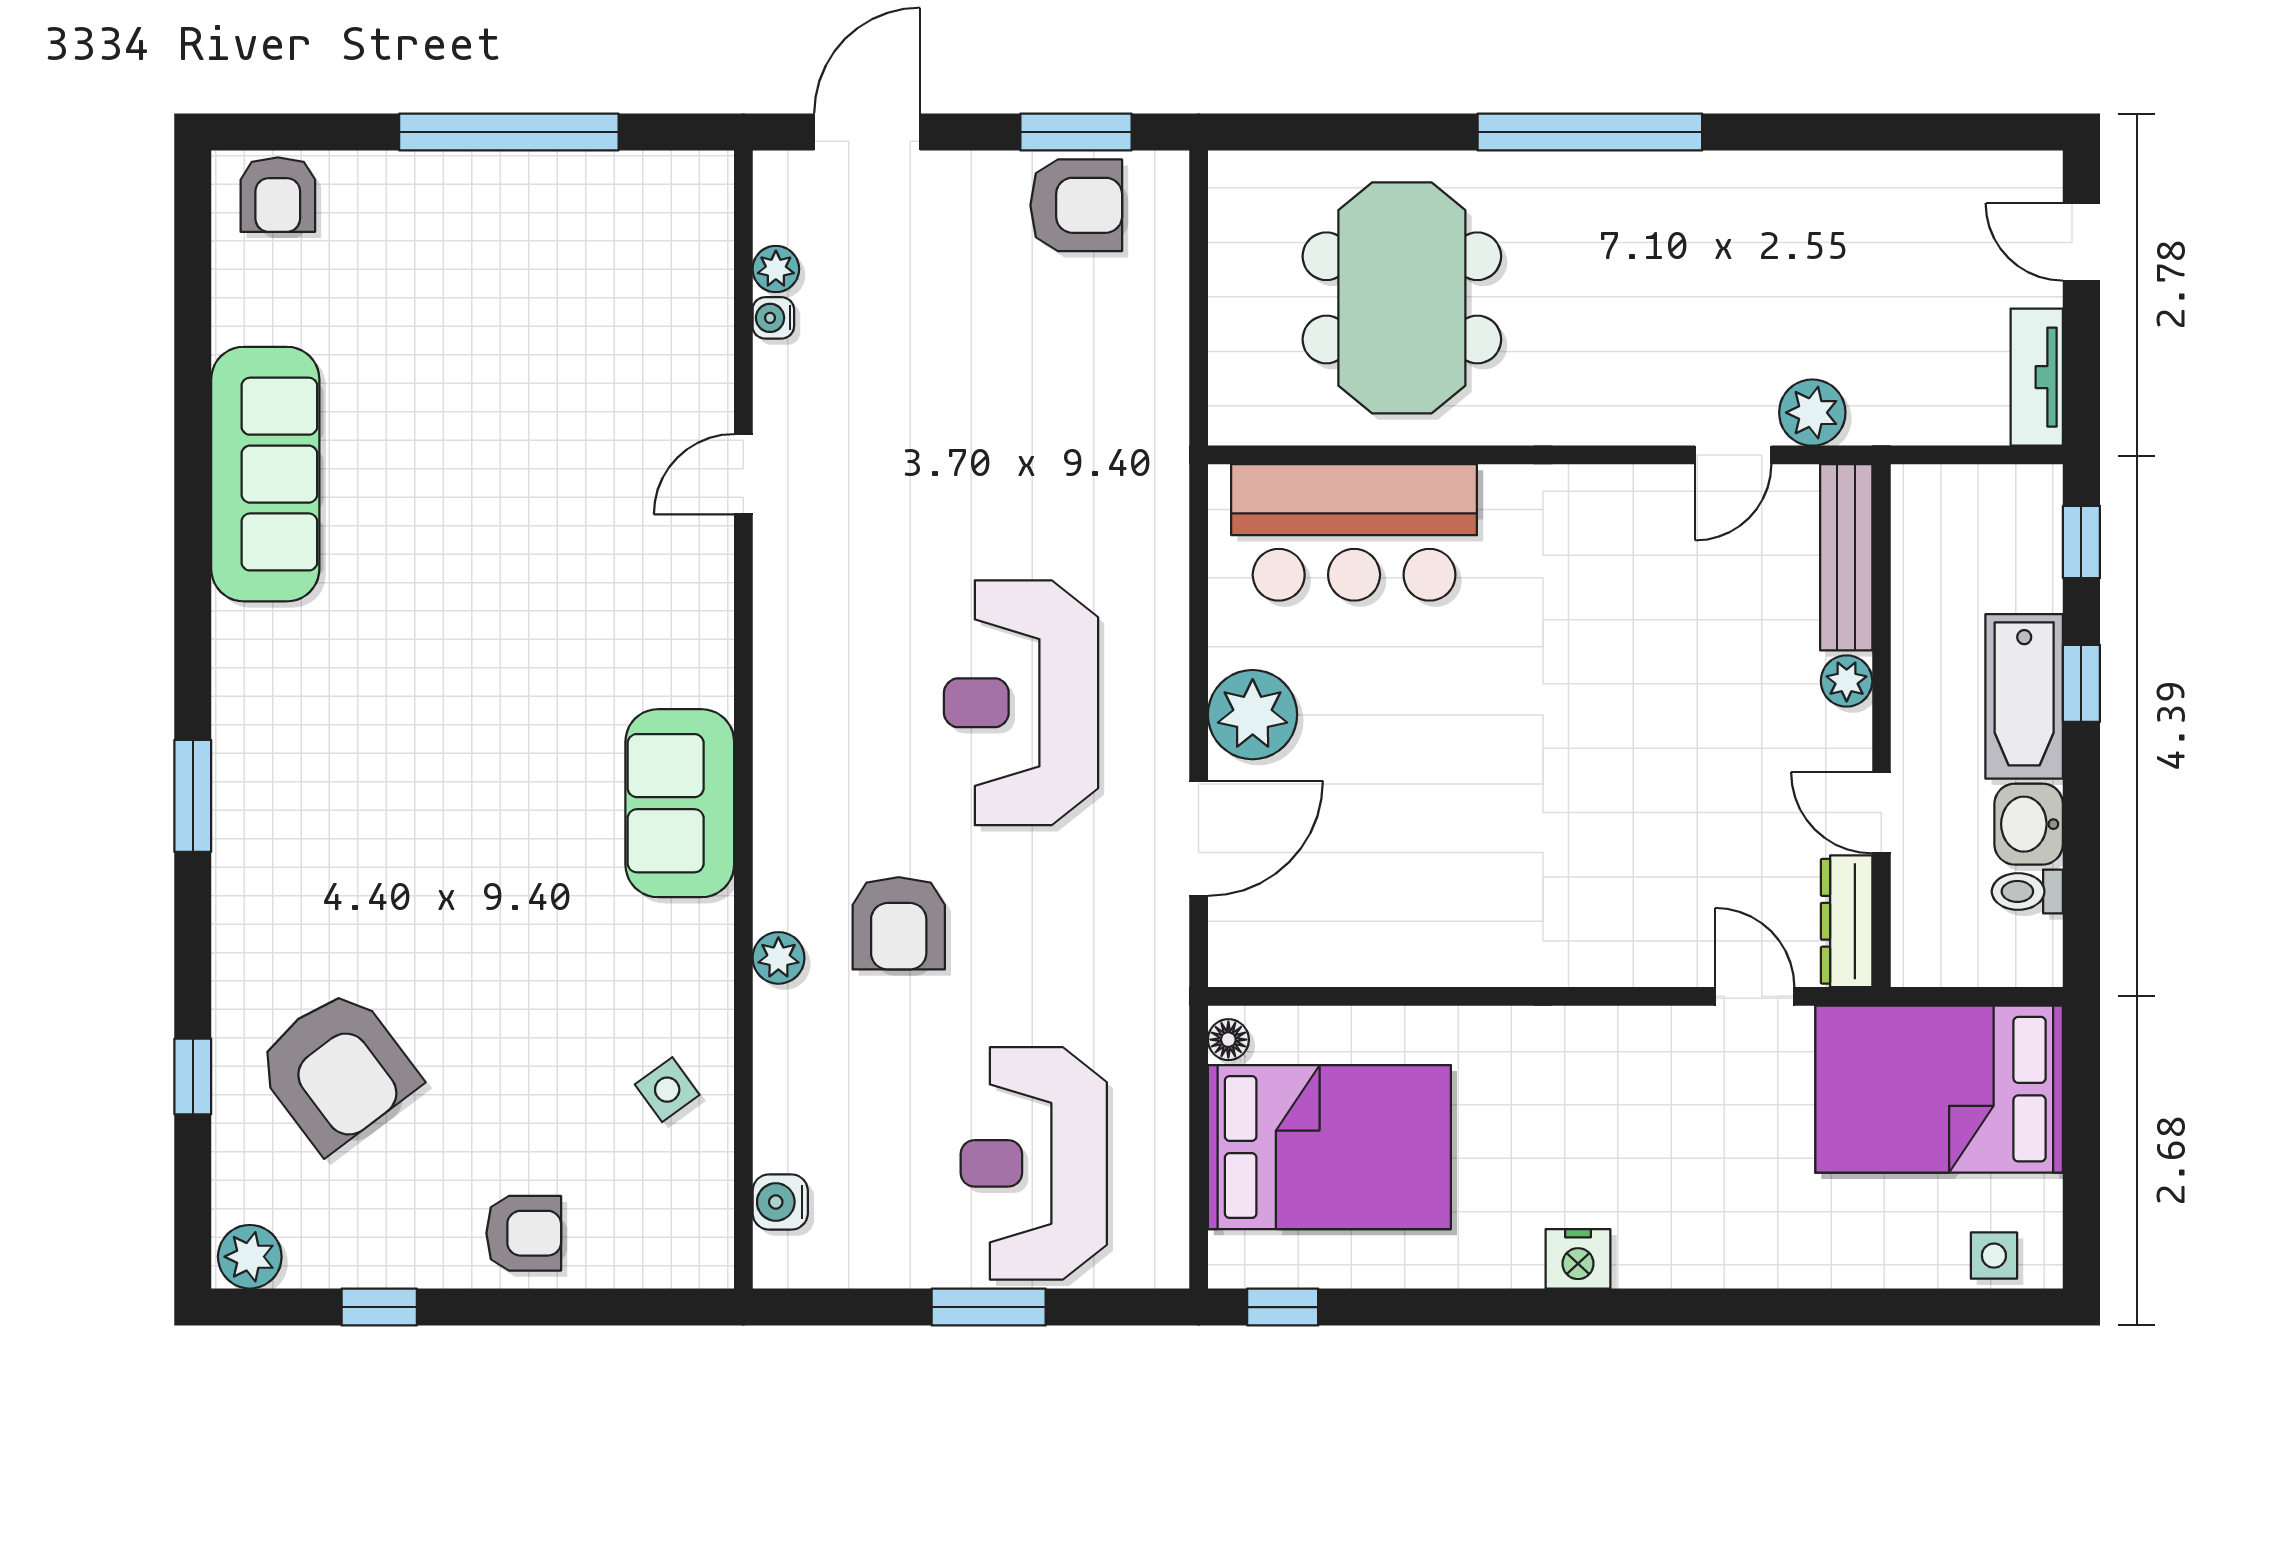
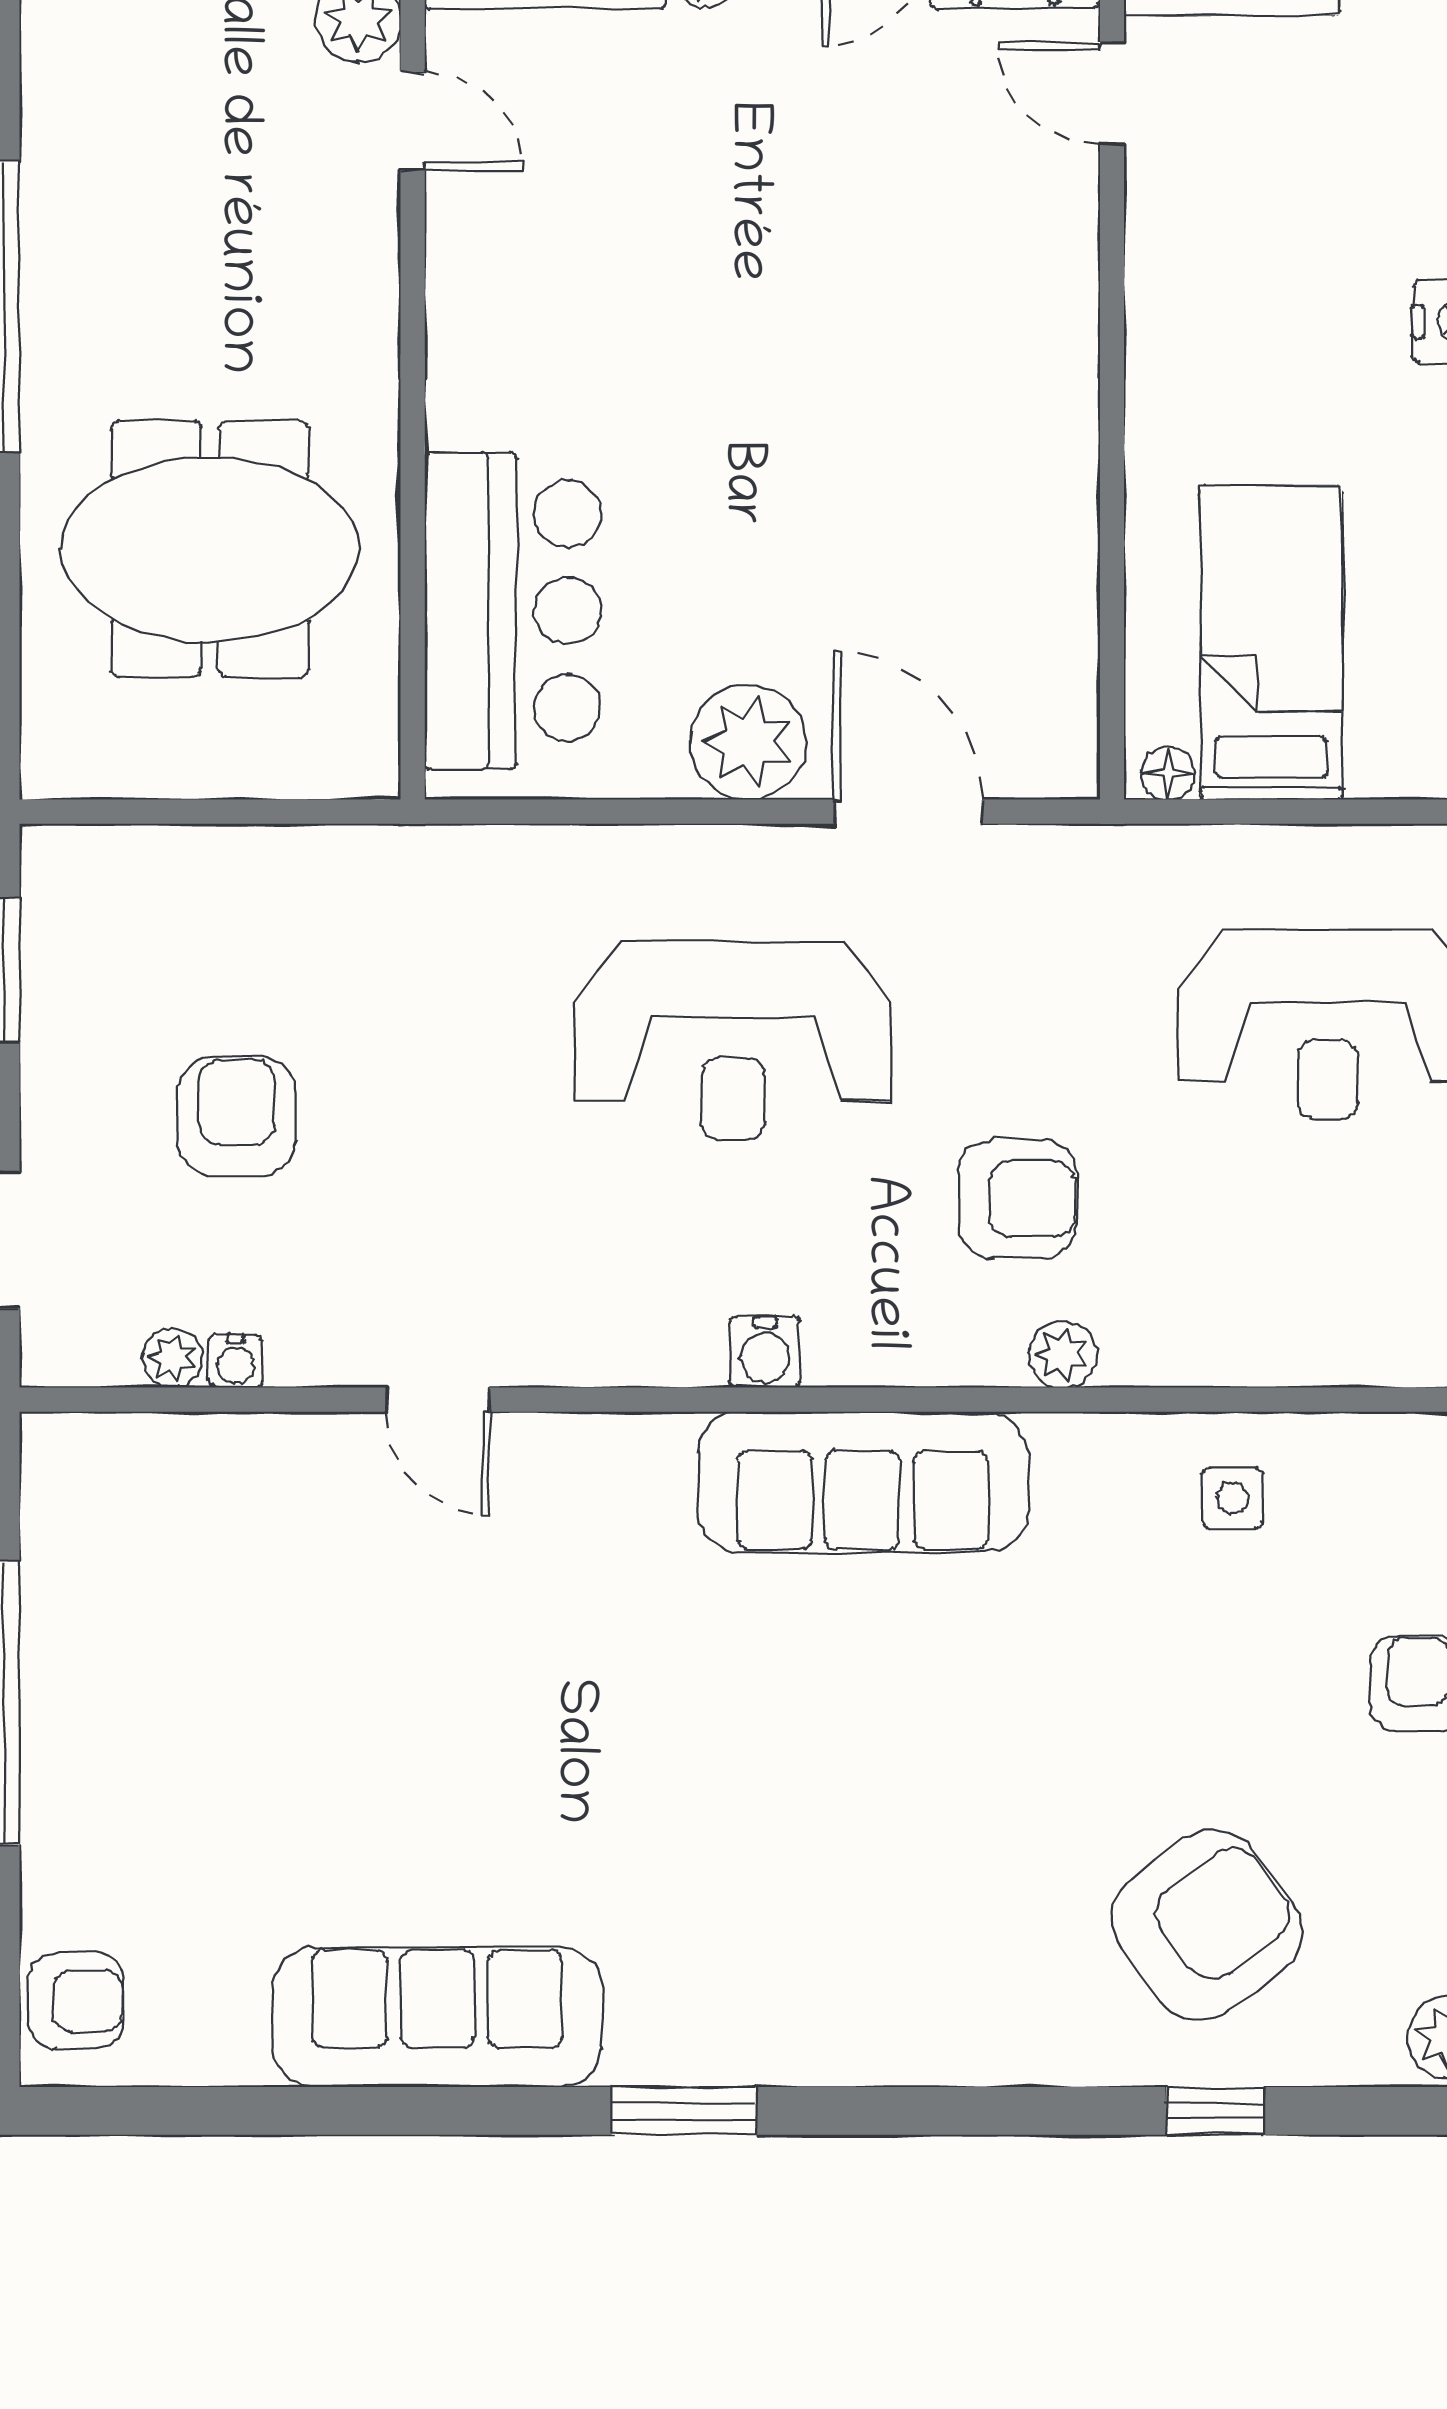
armchair: (1076, 205) -> (237, 1117), moved
window: (193, 796) -> (684, 2111), moved
sofa: (680, 803) -> (862, 1482), width x1.36
door: (1755, 996) -> (1112, 93), hinge flipped
side table: (667, 1090) -> (1232, 1498), turned 36
bed: (1329, 1147) -> (1271, 643), width x0.67
water cooler: (780, 1202) -> (765, 1352), moved

